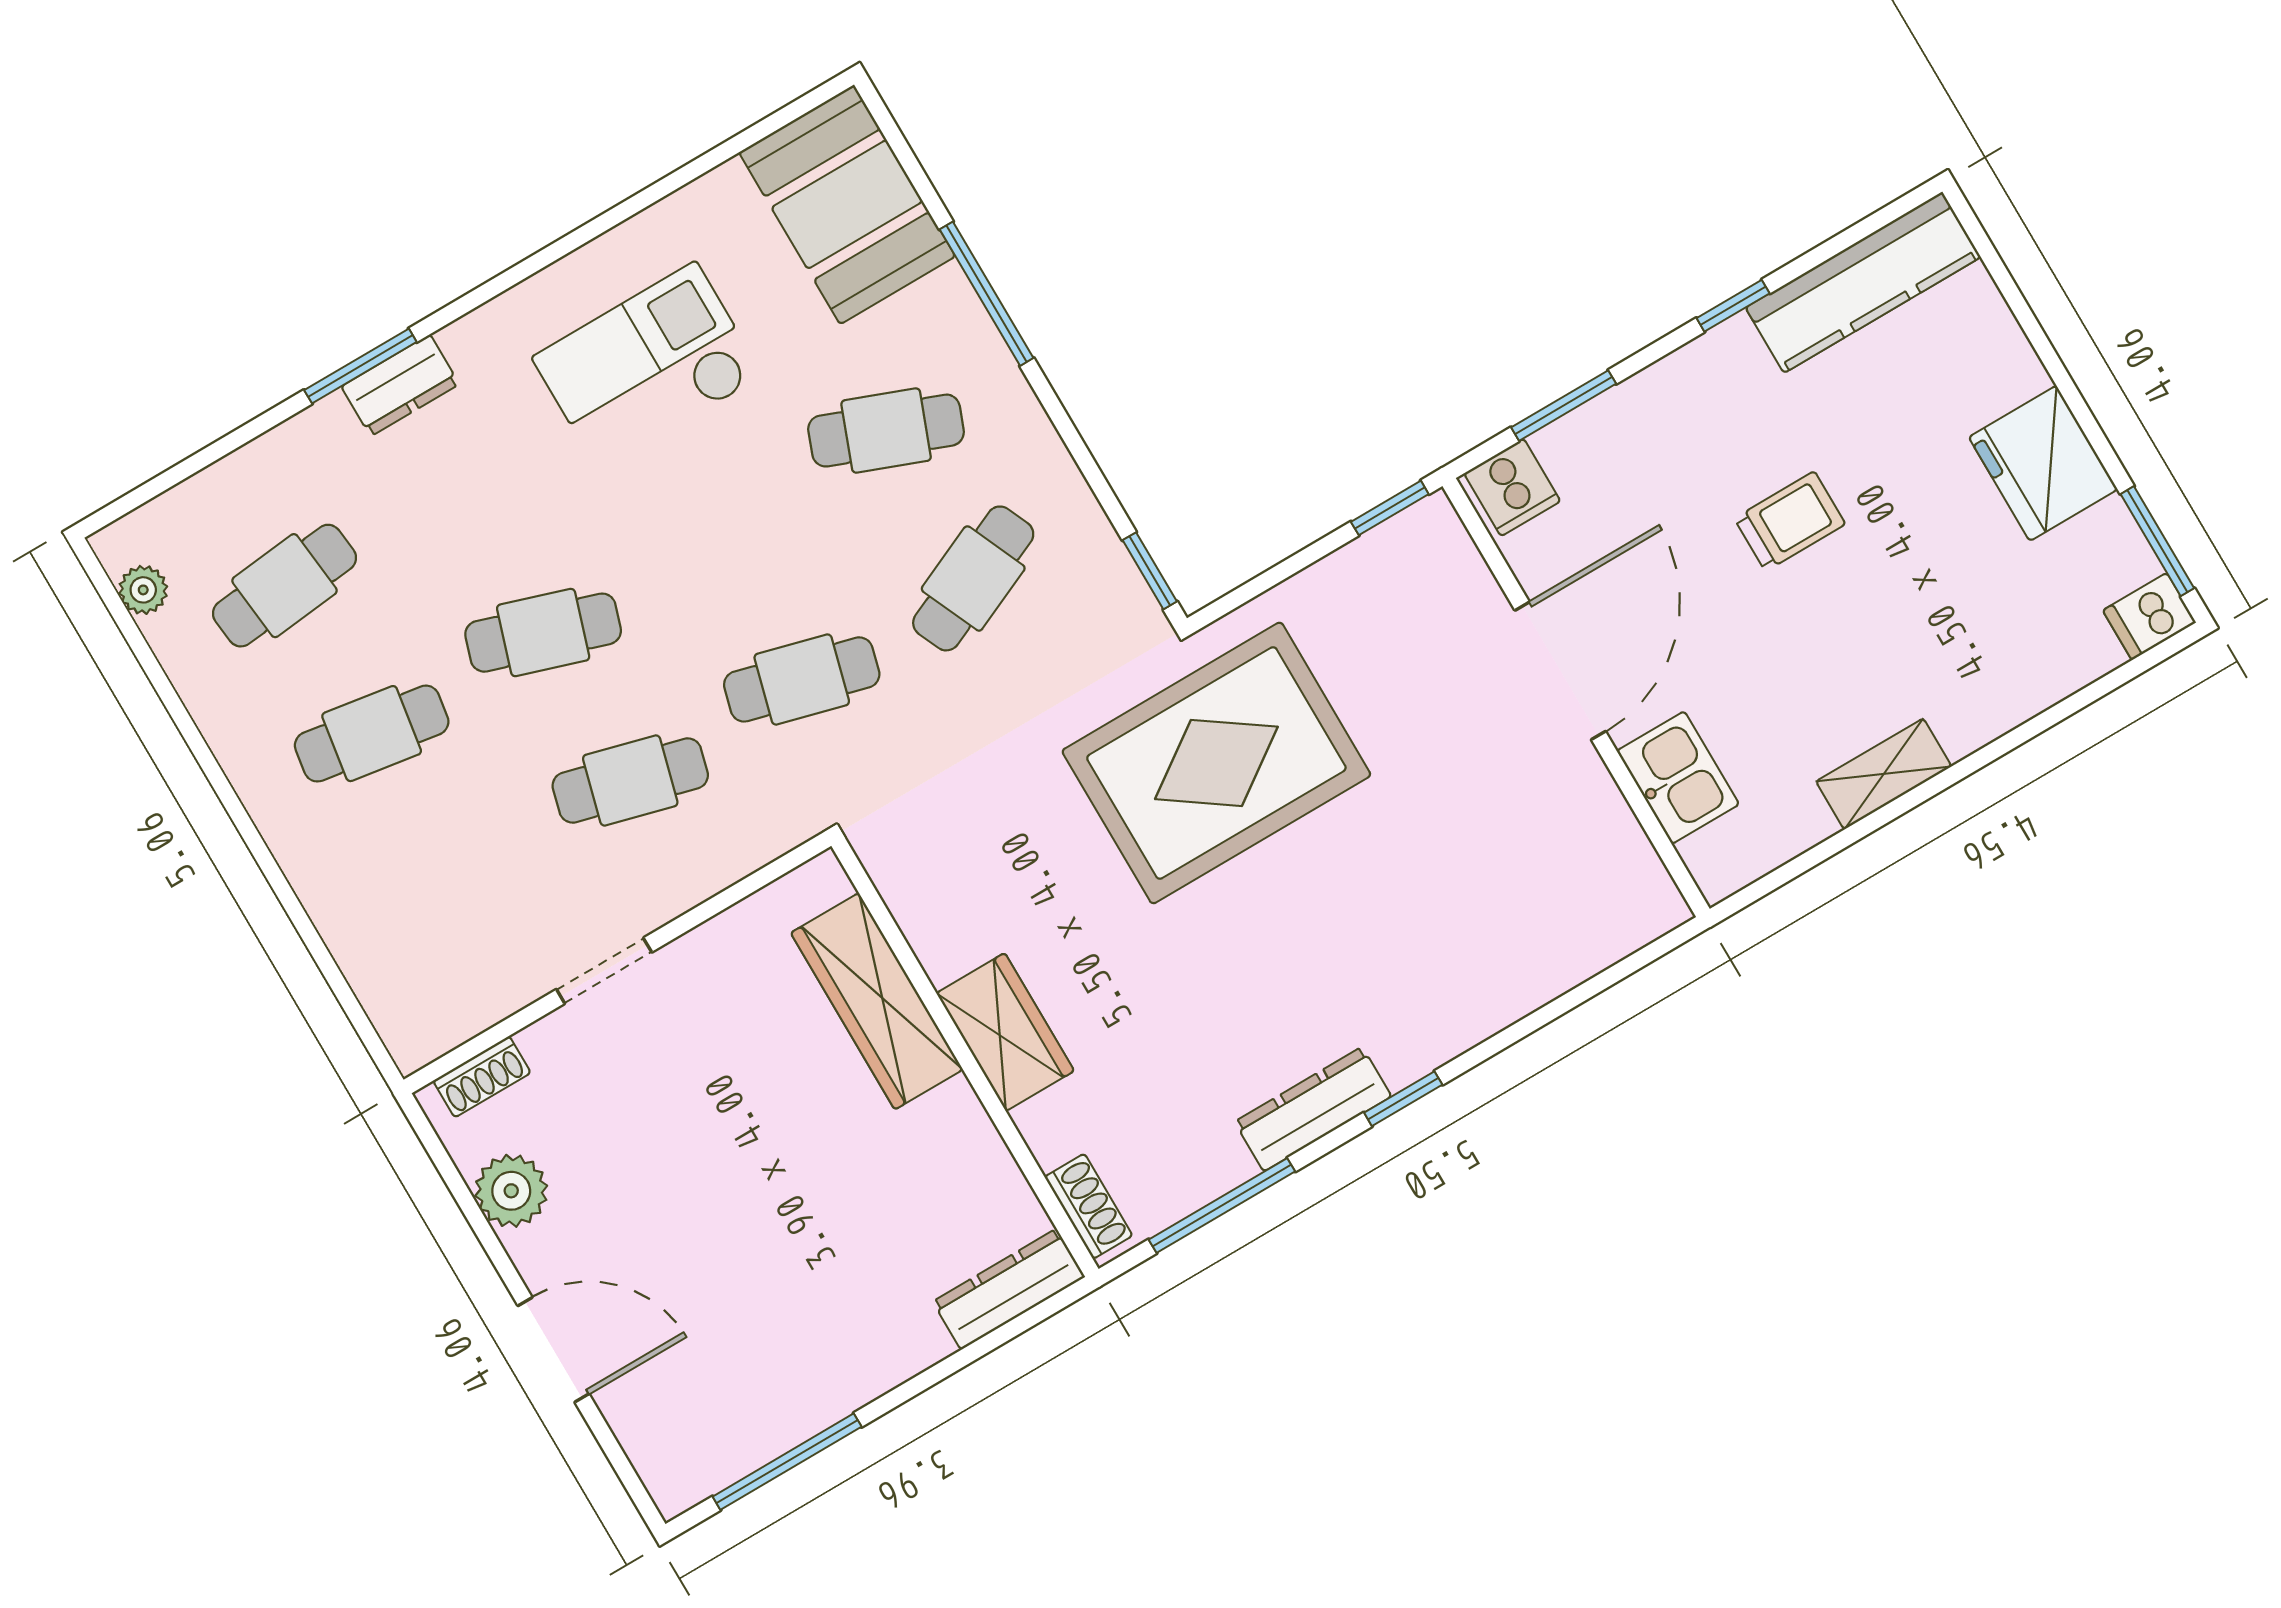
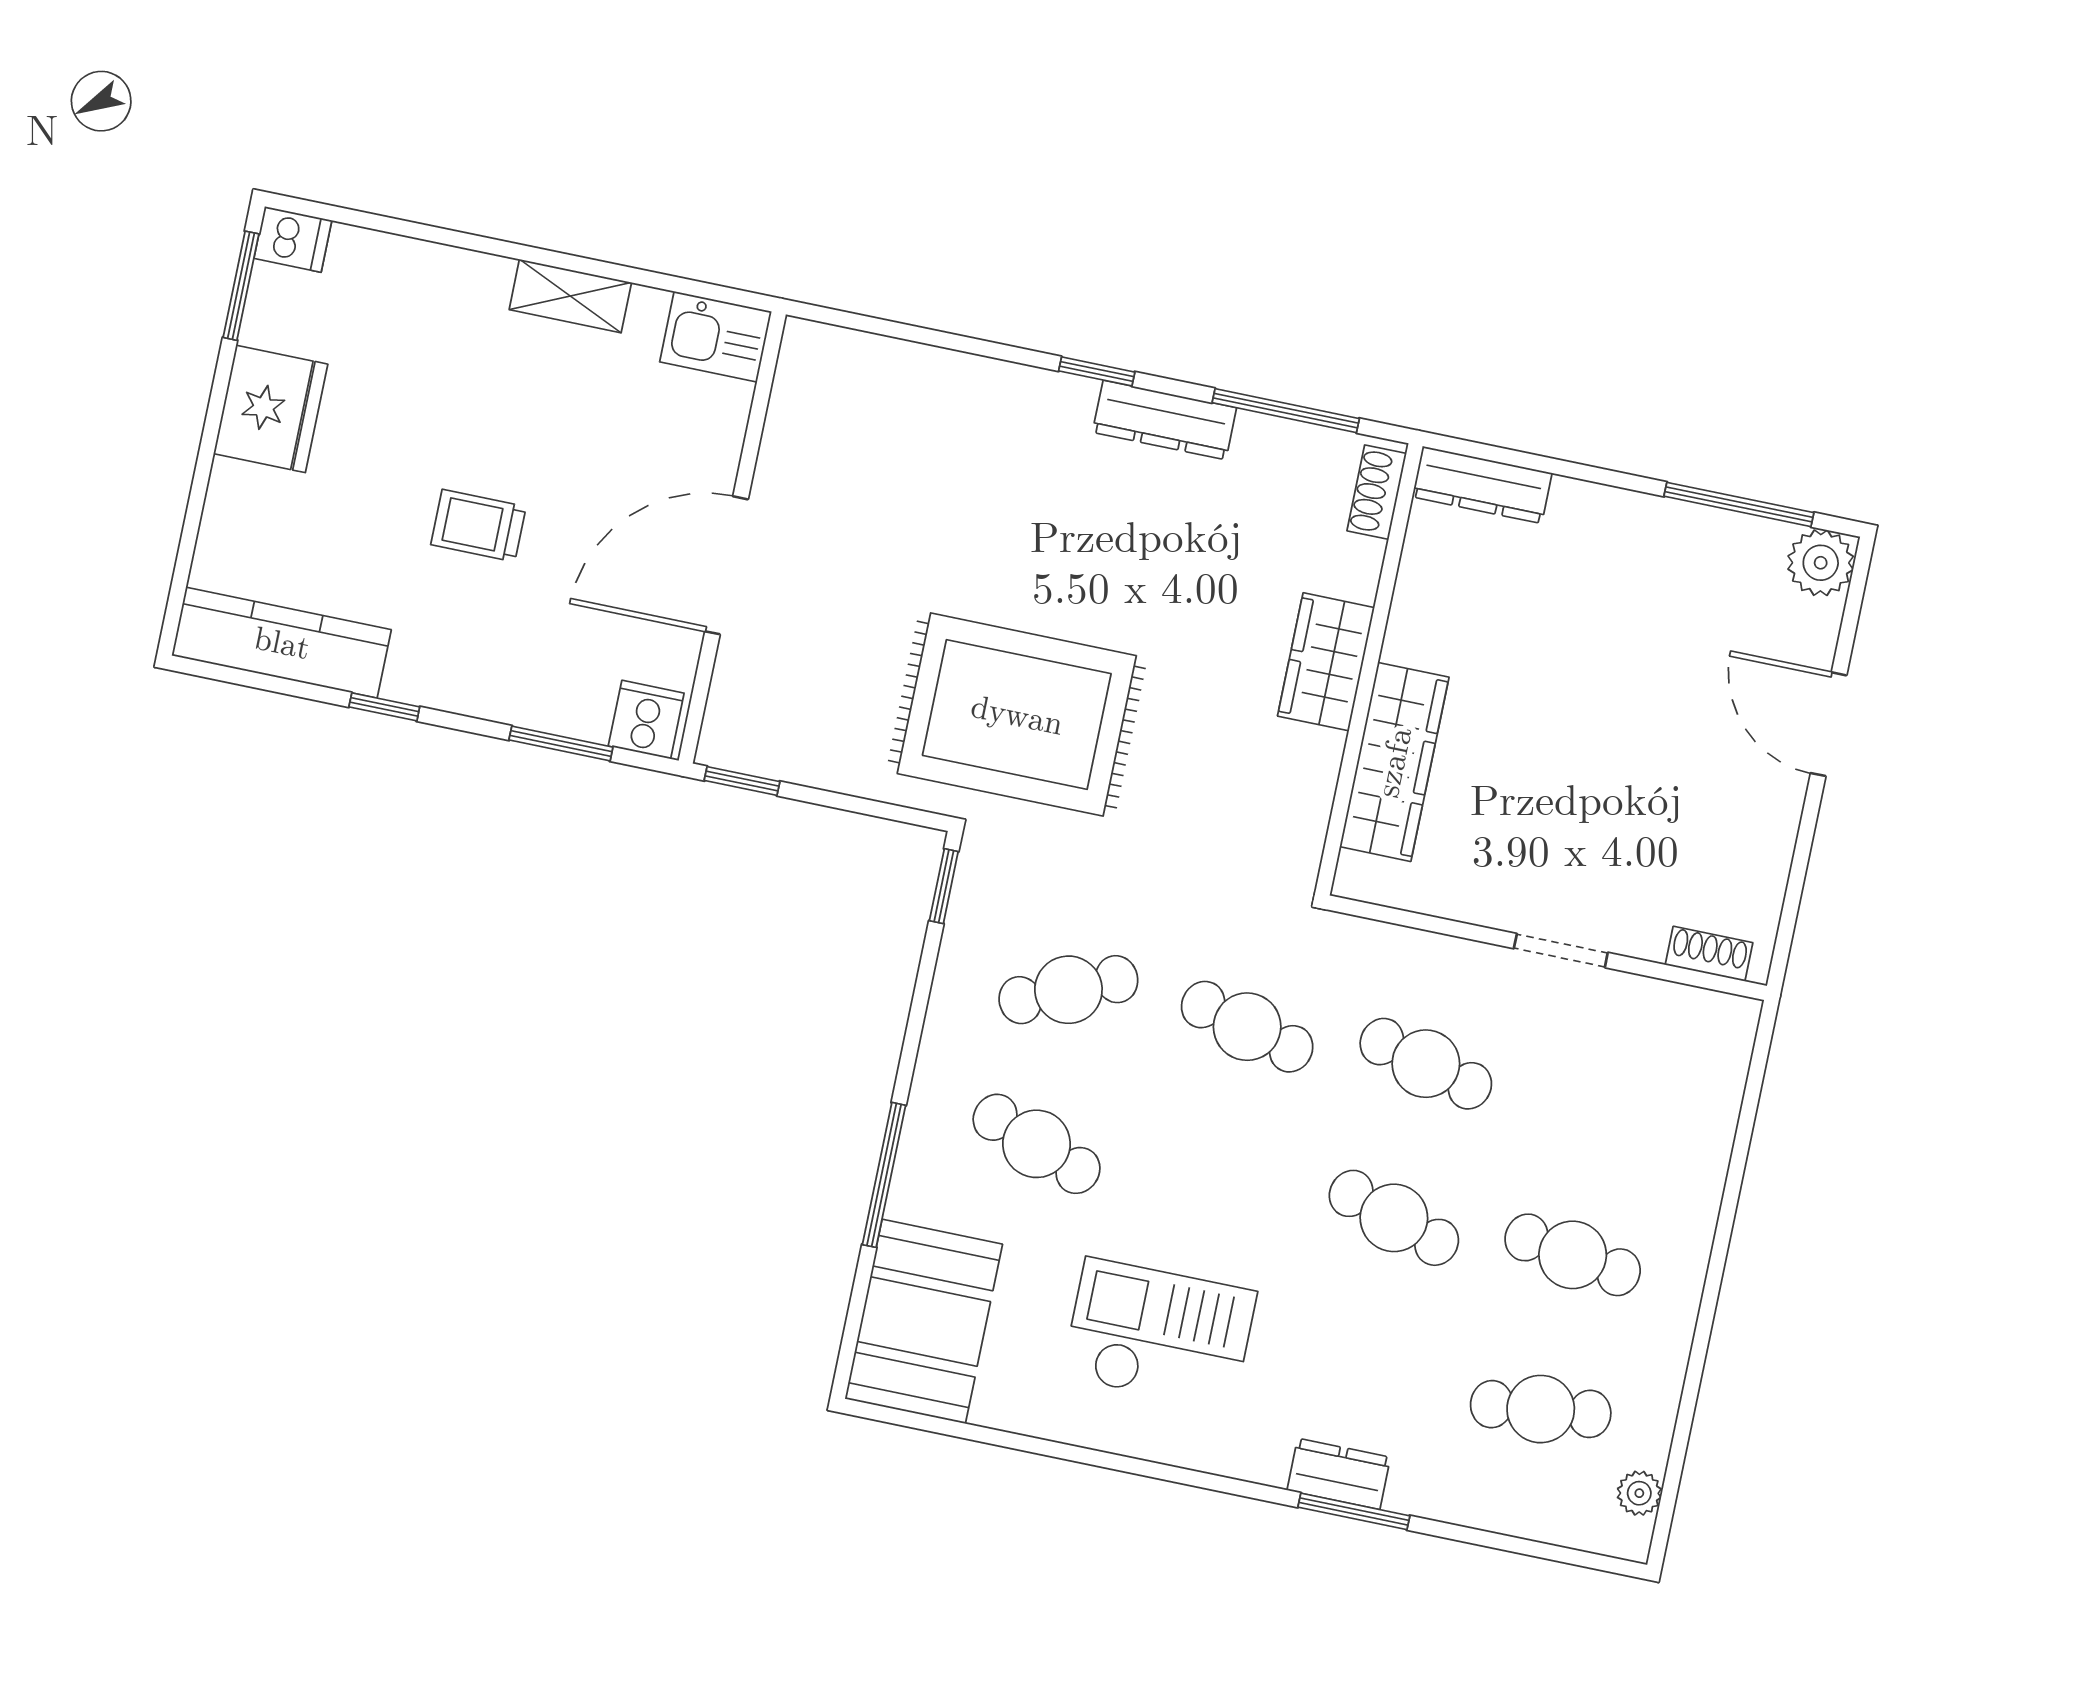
checkout: (647, 367) -> (1159, 1334), turned 180
kitchen sink: (1678, 778) -> (716, 337), moved, turned -90
plant: (511, 1191) -> (1821, 563), moved

